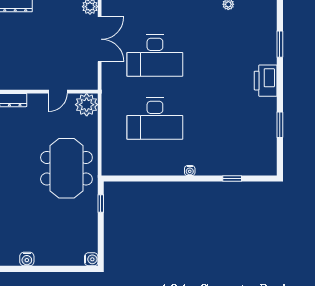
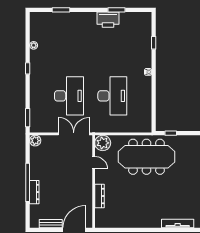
double door: (100, 39) -> (74, 134), moved
printer: (266, 81) -> (108, 20), moved
meeting table: (66, 168) -> (146, 157), width x1.36

